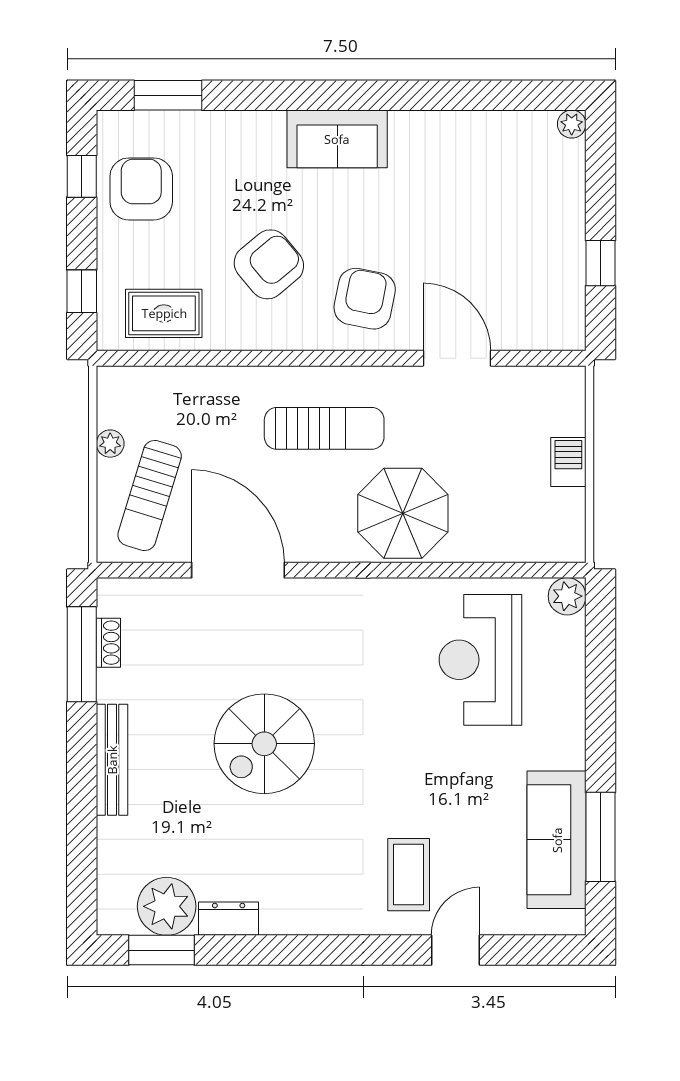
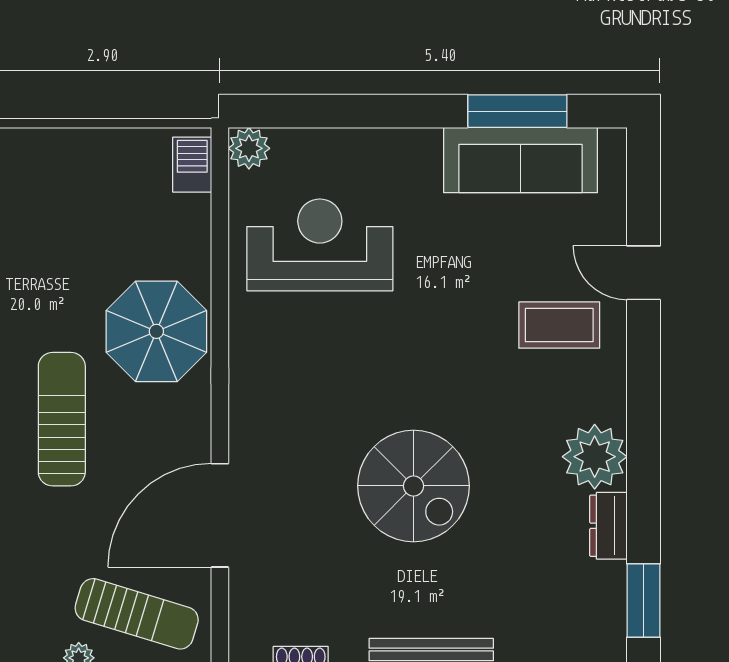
barbecue: (568, 462) -> (192, 165), moved, turned 90
reception desk: (480, 660) -> (320, 245), turned 180
plant: (167, 906) -> (595, 457), moved

